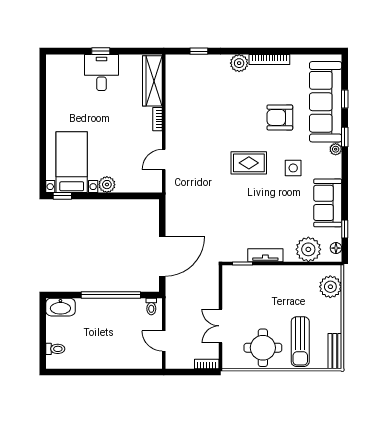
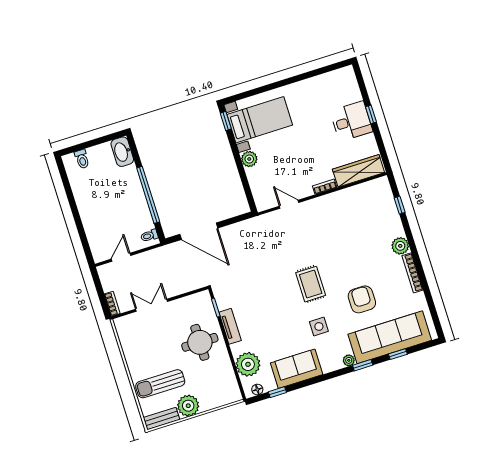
plant: (330, 287) -> (188, 406), moved
round table: (263, 348) -> (200, 342), moved

